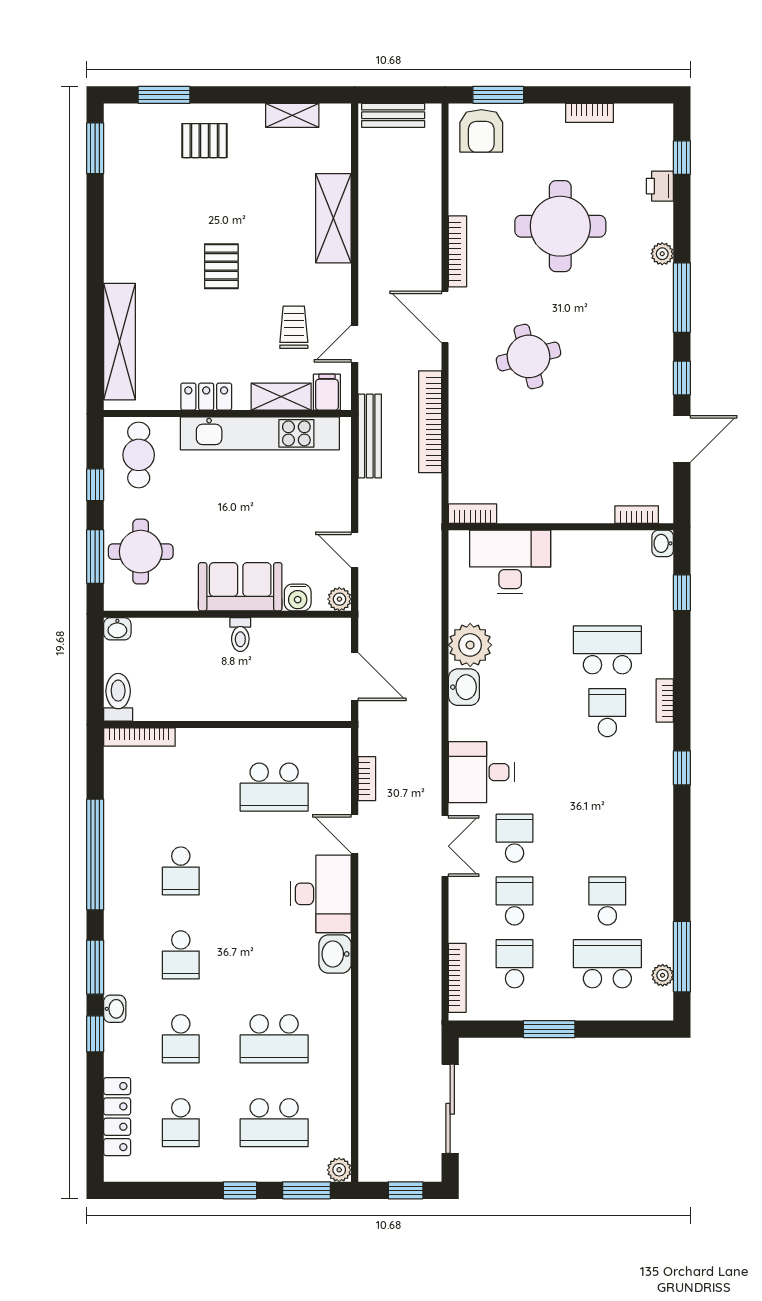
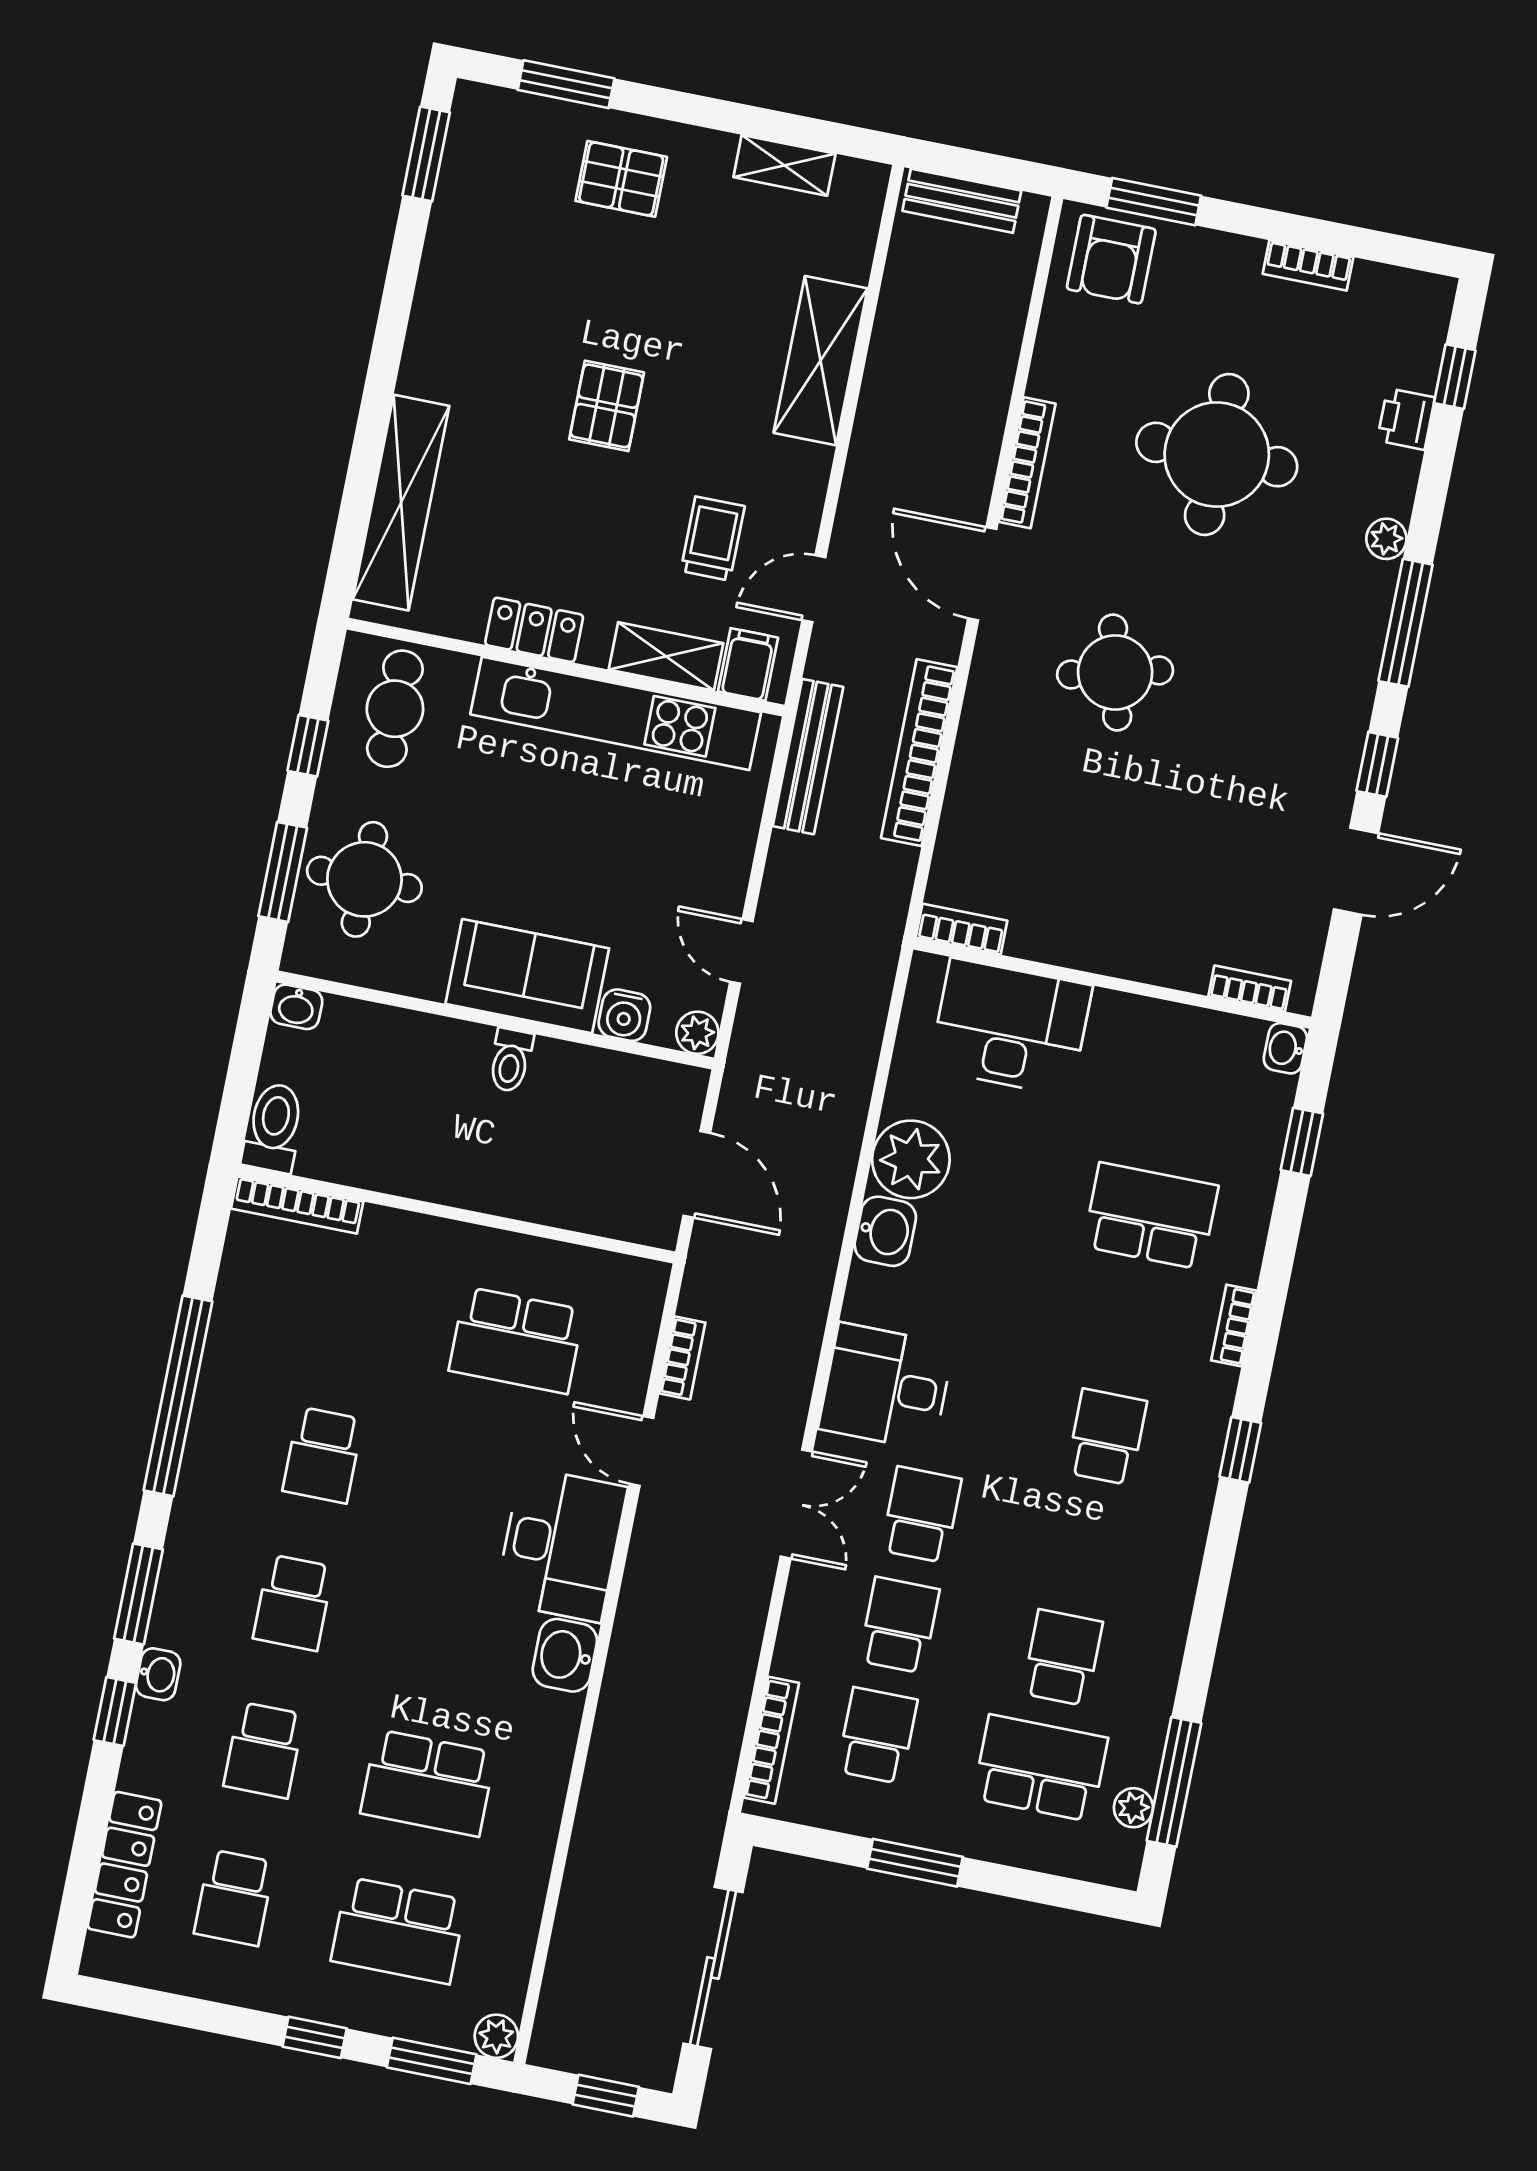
school desk: (607, 713) -> (1107, 1437), moved

